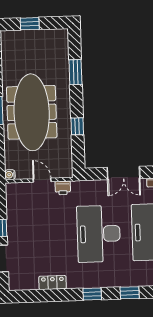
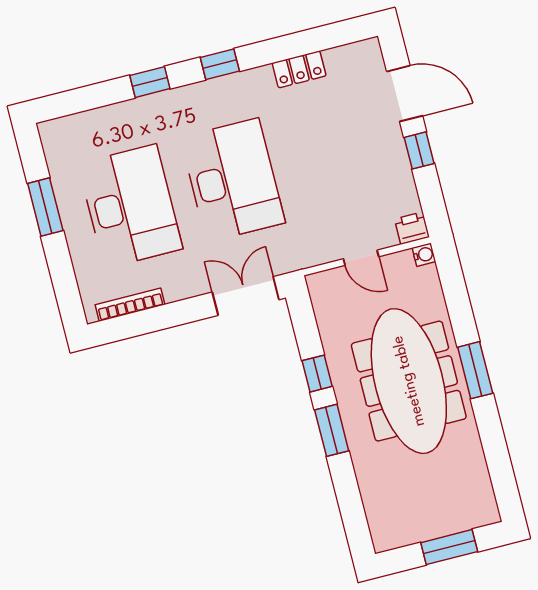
window: (30, 24) -> (449, 547), width x1.50
window: (75, 72) -> (332, 430), moved
double door: (123, 173) -> (246, 296), moved
printer: (63, 188) -> (412, 228), moved

